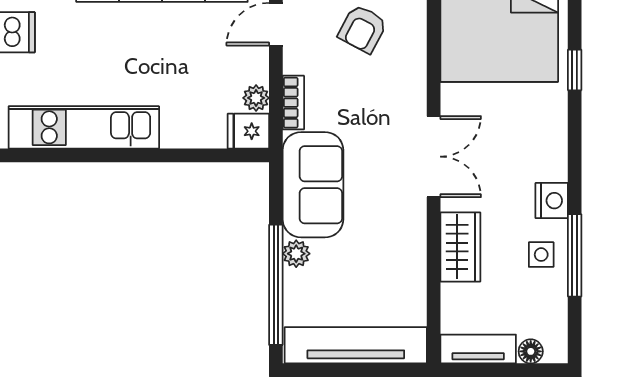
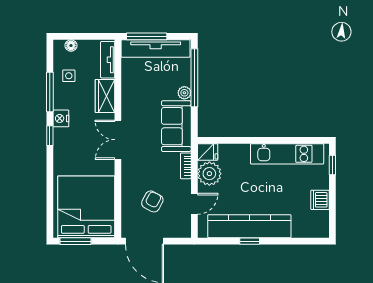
window: (575, 70) -> (50, 136), moved
plant: (256, 98) -> (209, 174), width x1.88, depth x1.88
side table: (541, 255) -> (69, 76), moved
tv unit: (478, 349) -> (108, 60), moved, turned 90
window: (374, 370) -> (147, 36), added

